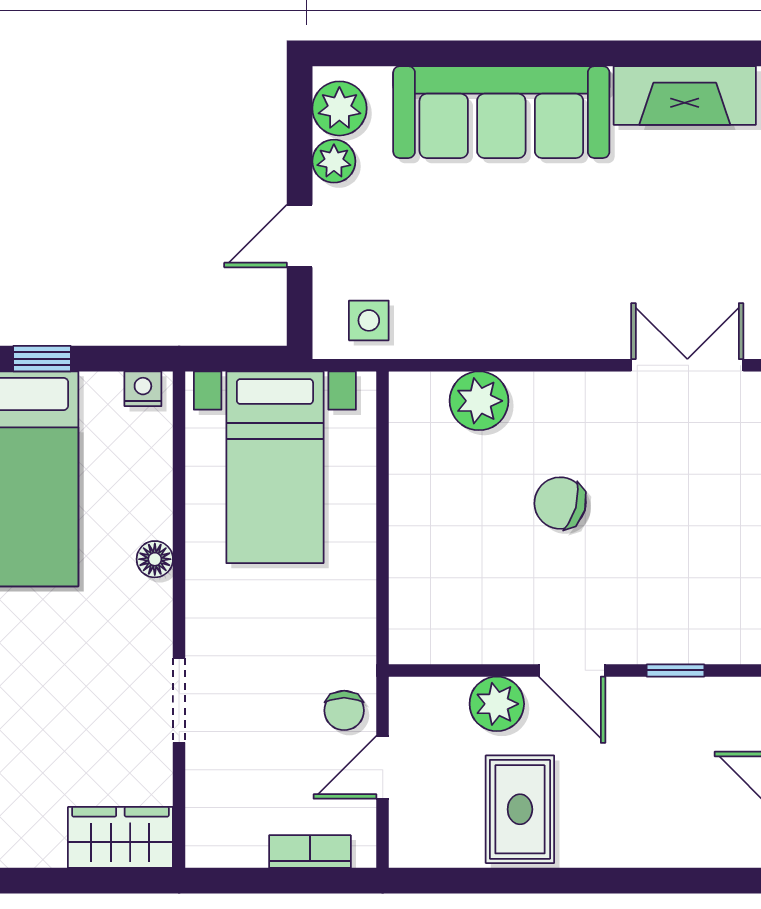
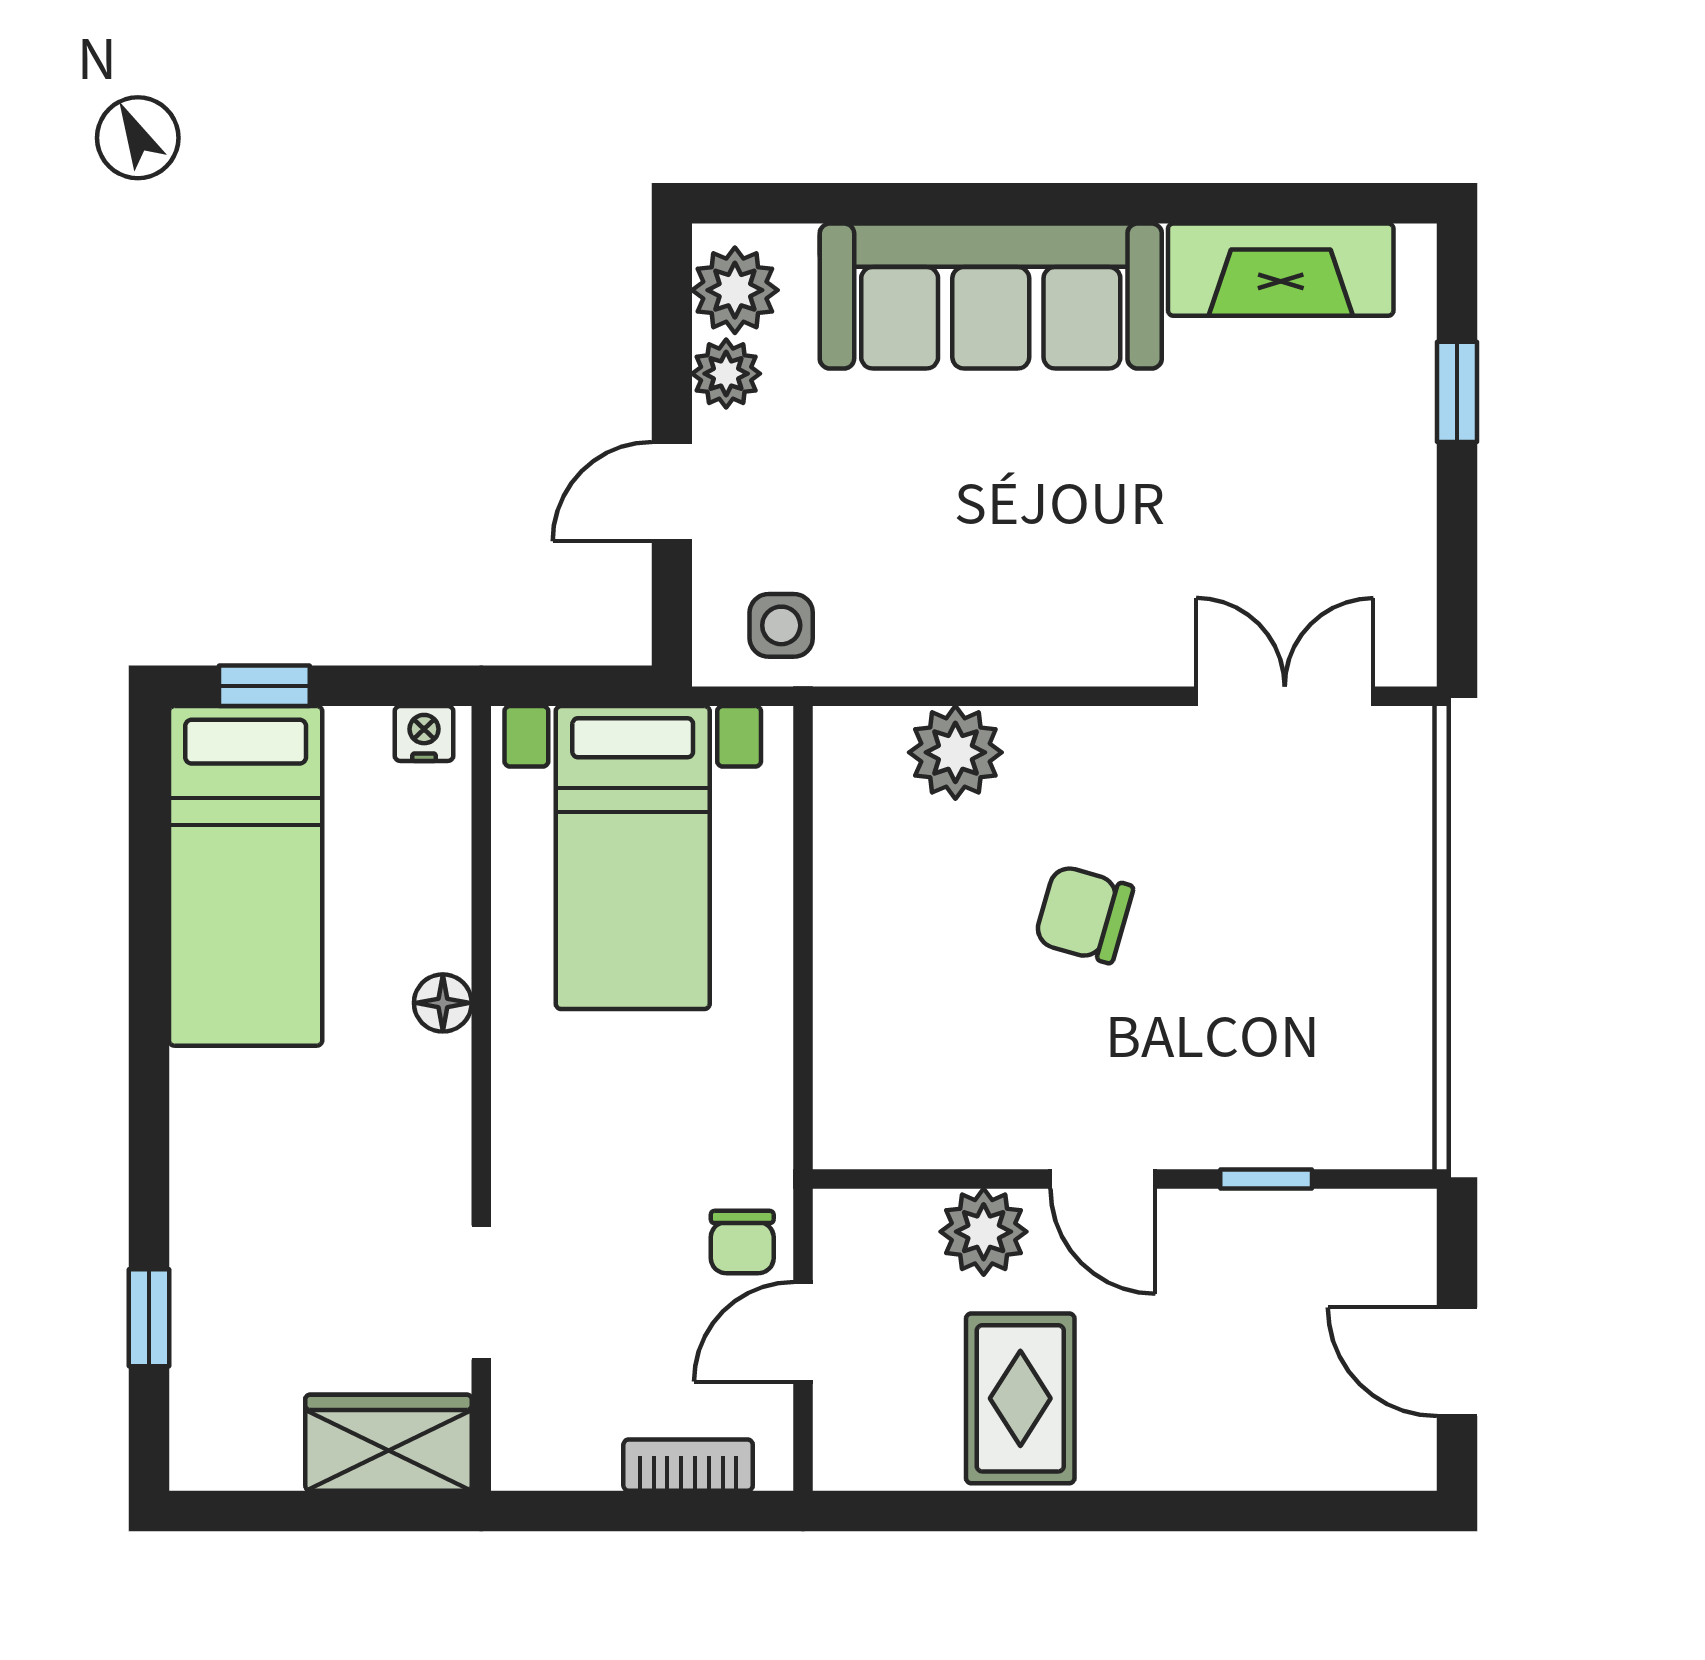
doorway: (179, 700) -> (481, 1292), moved

